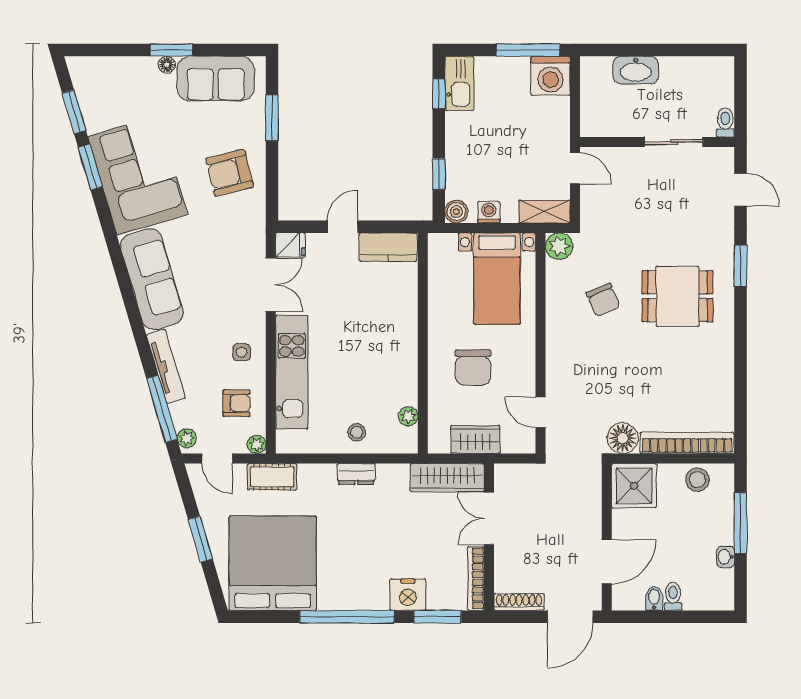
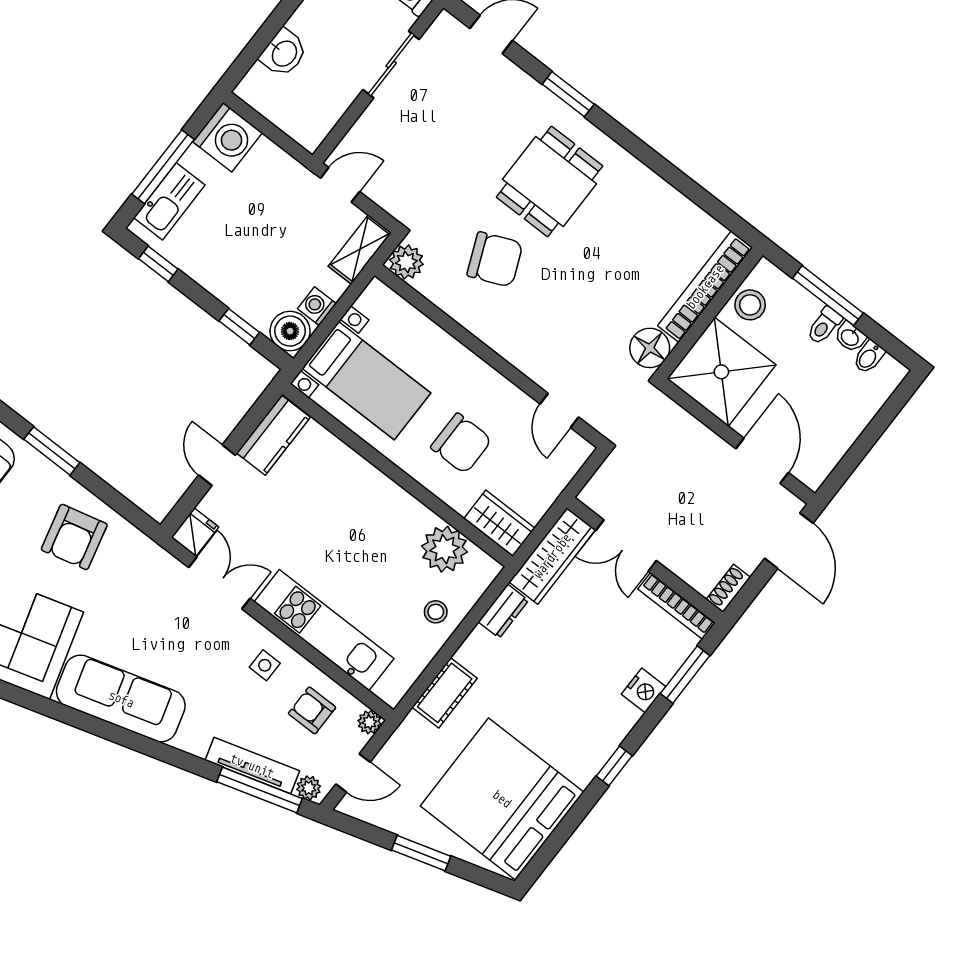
window: (528, 50) -> (163, 167), moved
washbasin: (636, 70) -> (284, 53), width x0.72
kitchen sink: (459, 83) -> (169, 201), moved, turned 90
boiler: (456, 212) -> (290, 331), width x1.36, depth x1.36
bed with nightstands: (497, 279) -> (366, 381), moved
chair: (603, 300) -> (495, 259), width x1.37, depth x1.37
tv unit: (166, 366) -> (252, 766), moved
armchair: (236, 403) -> (312, 710), turned -90
door: (541, 412) -> (559, 410), hinge flipped
plant: (408, 416) -> (445, 549), width x1.88, depth x1.88
wardrobe: (475, 439) -> (499, 523), moved, turned 90
dresser: (356, 474) -> (503, 611), moved
cot: (272, 477) -> (445, 693), moved
shower: (634, 486) -> (721, 372), width x1.37, depth x1.37
nightstand: (408, 595) -> (644, 690), width x0.74, depth x0.75
toilet: (673, 596) -> (824, 326), moved, turned -90
bidet: (654, 598) -> (869, 357), moved, turned -90
shoe rack: (519, 602) -> (728, 588), width x0.70
window: (347, 617) -> (614, 766), width x0.32

